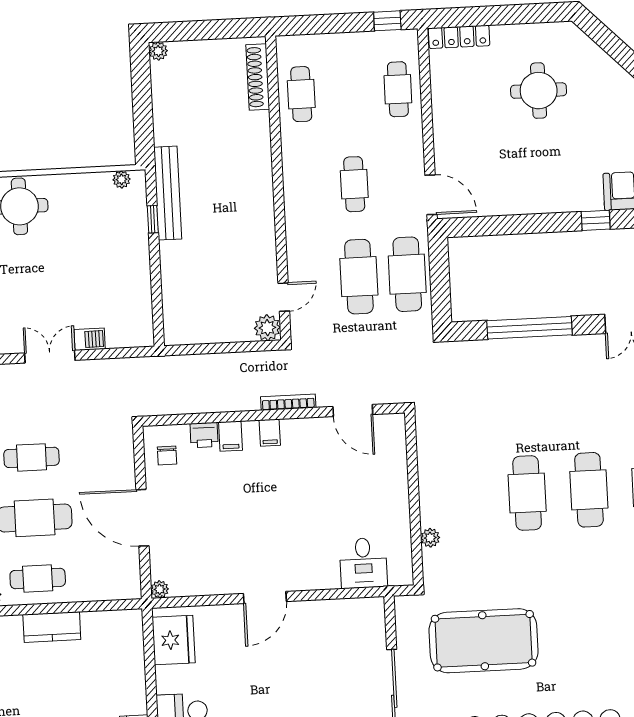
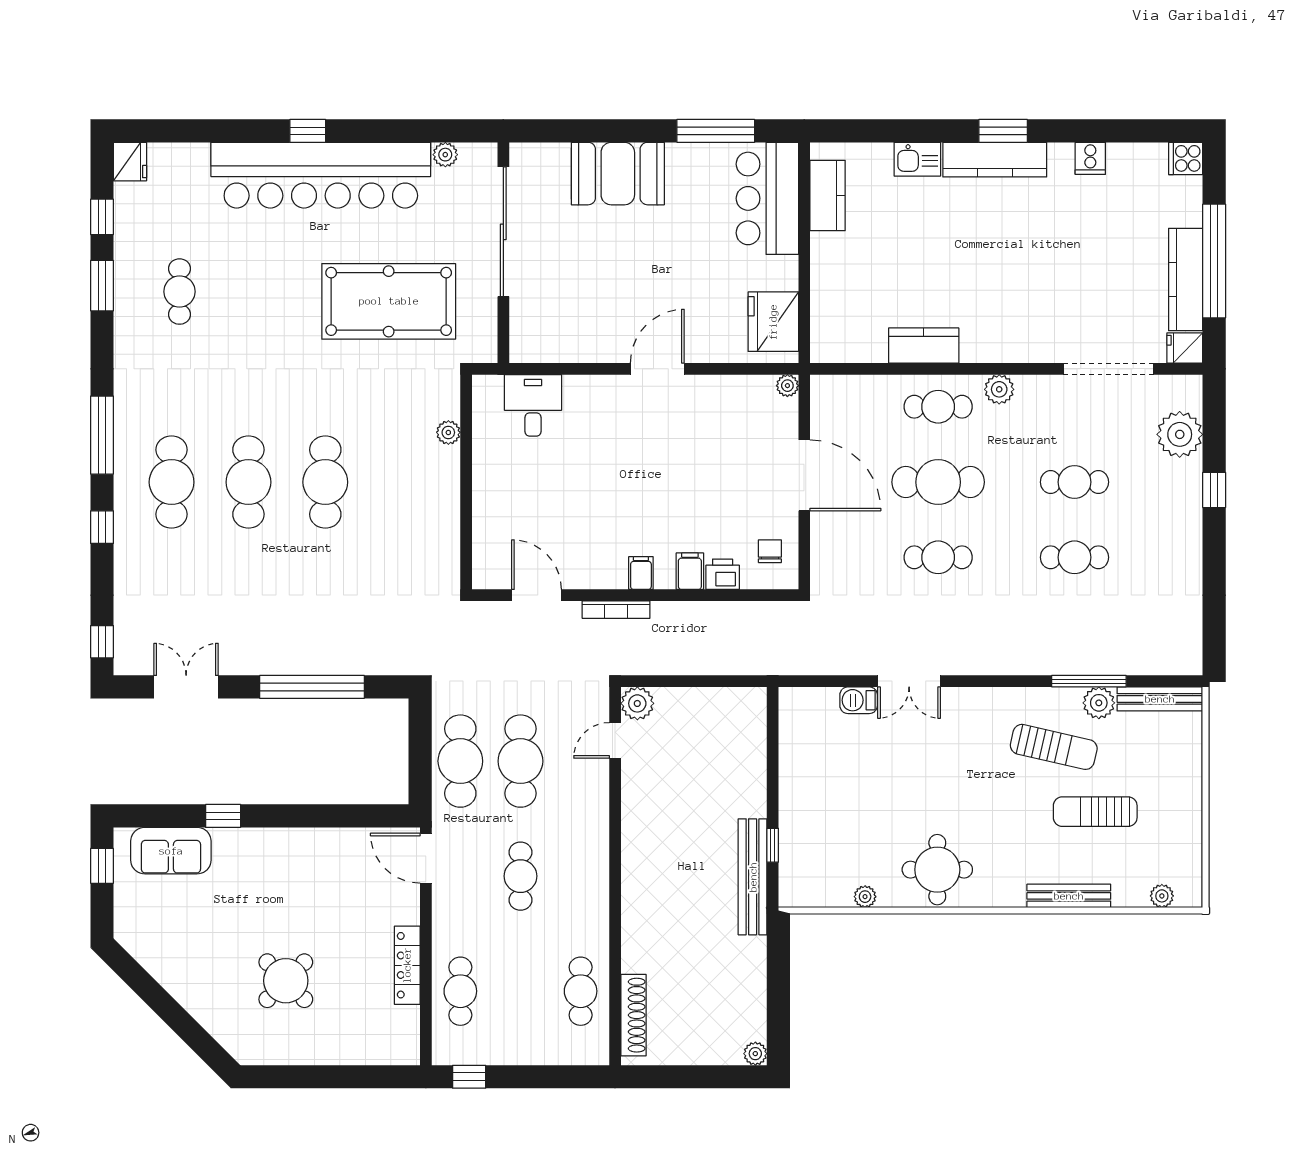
locker: (459, 37) -> (407, 965), moved, turned -90
round table: (539, 91) -> (286, 981), turned 45
plant: (121, 179) -> (865, 897), moved

